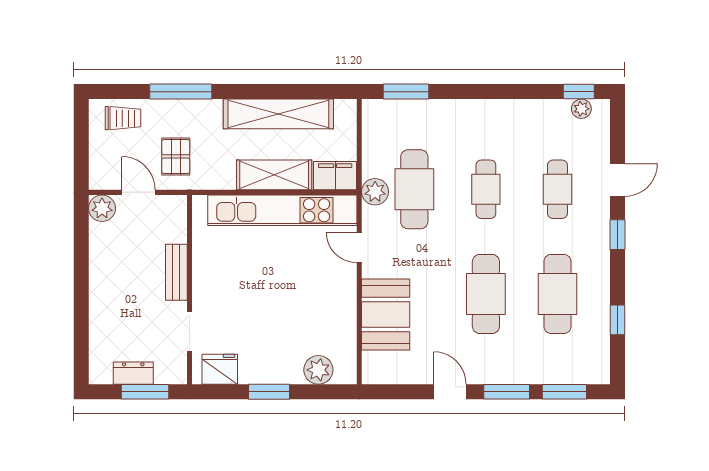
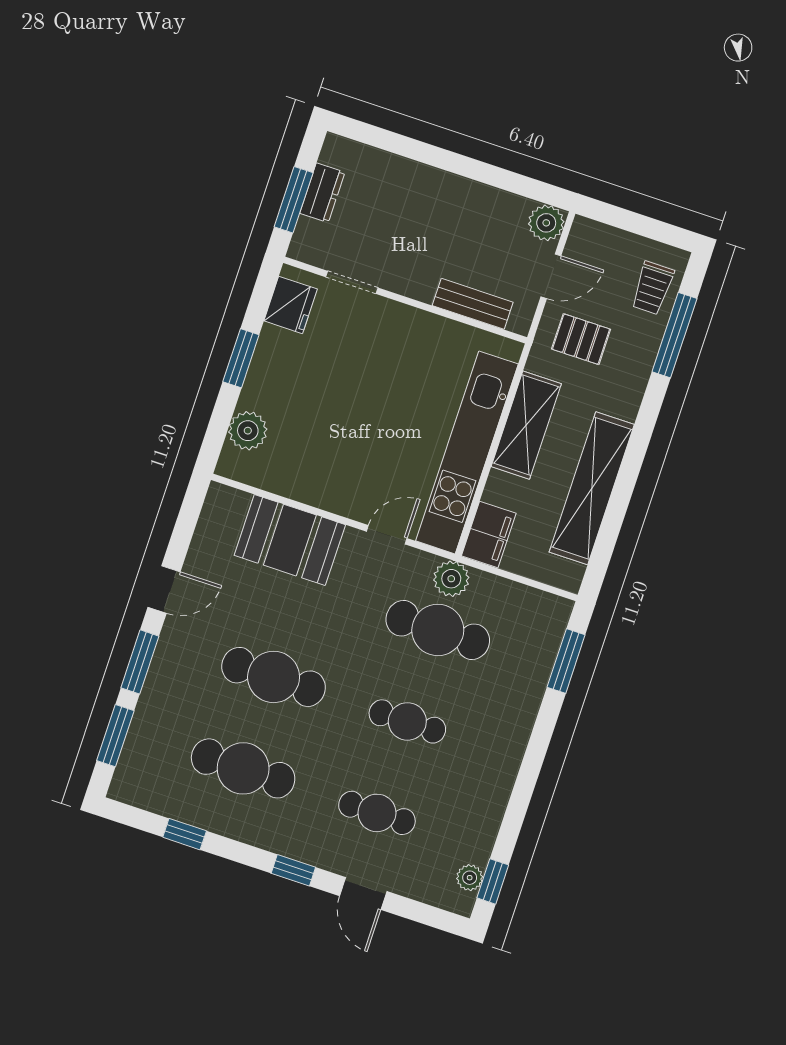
window: (181, 92) -> (674, 335), moved
shelving: (274, 175) -> (526, 425), moved
bench: (176, 272) -> (473, 304), moved

